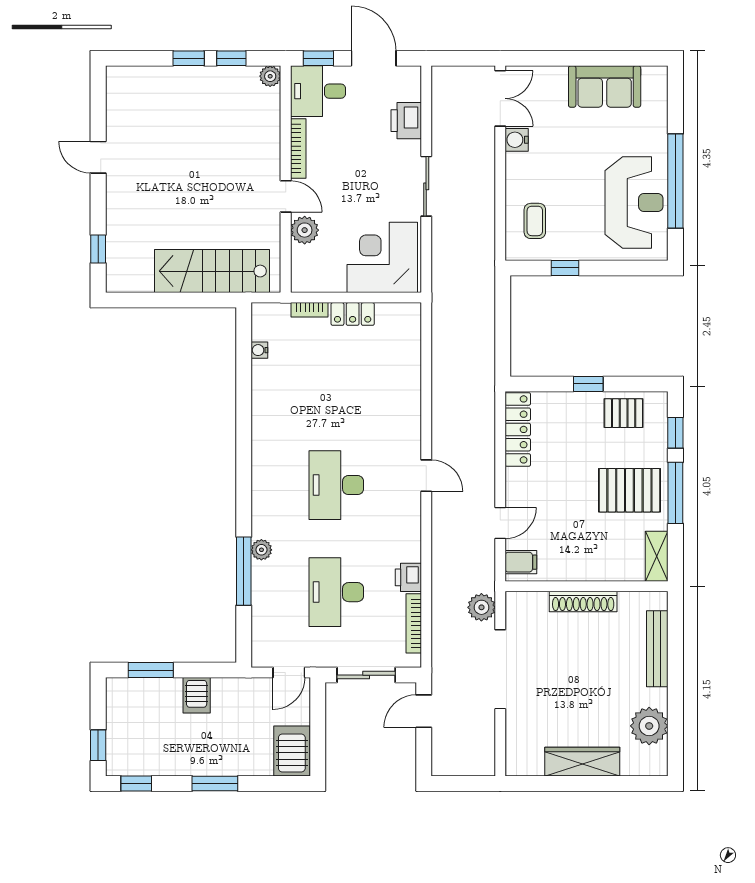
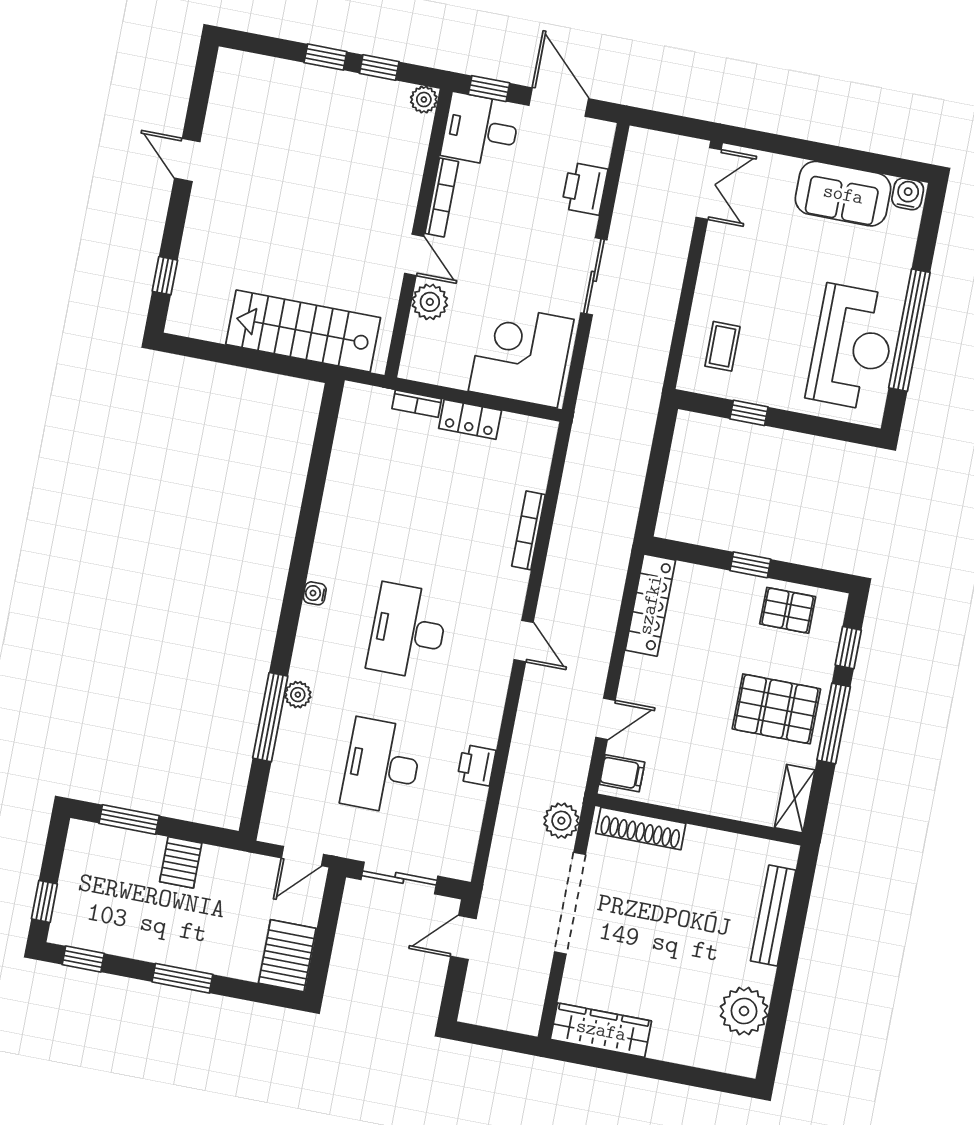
water cooler: (517, 140) -> (908, 194), moved, turned 90
water cooler: (259, 350) -> (315, 593), moved
shoe rack: (583, 602) -> (641, 828), moved
bookcase: (414, 623) -> (529, 530), moved
wardrobe: (582, 762) -> (601, 1030), moved

